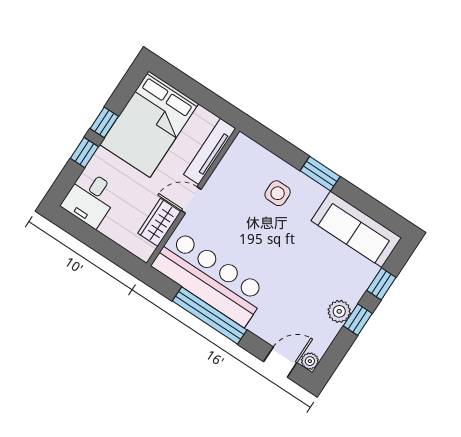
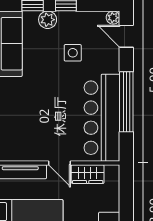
side table: (278, 193) -> (73, 53), moved
plant: (339, 311) -> (48, 20), moved

